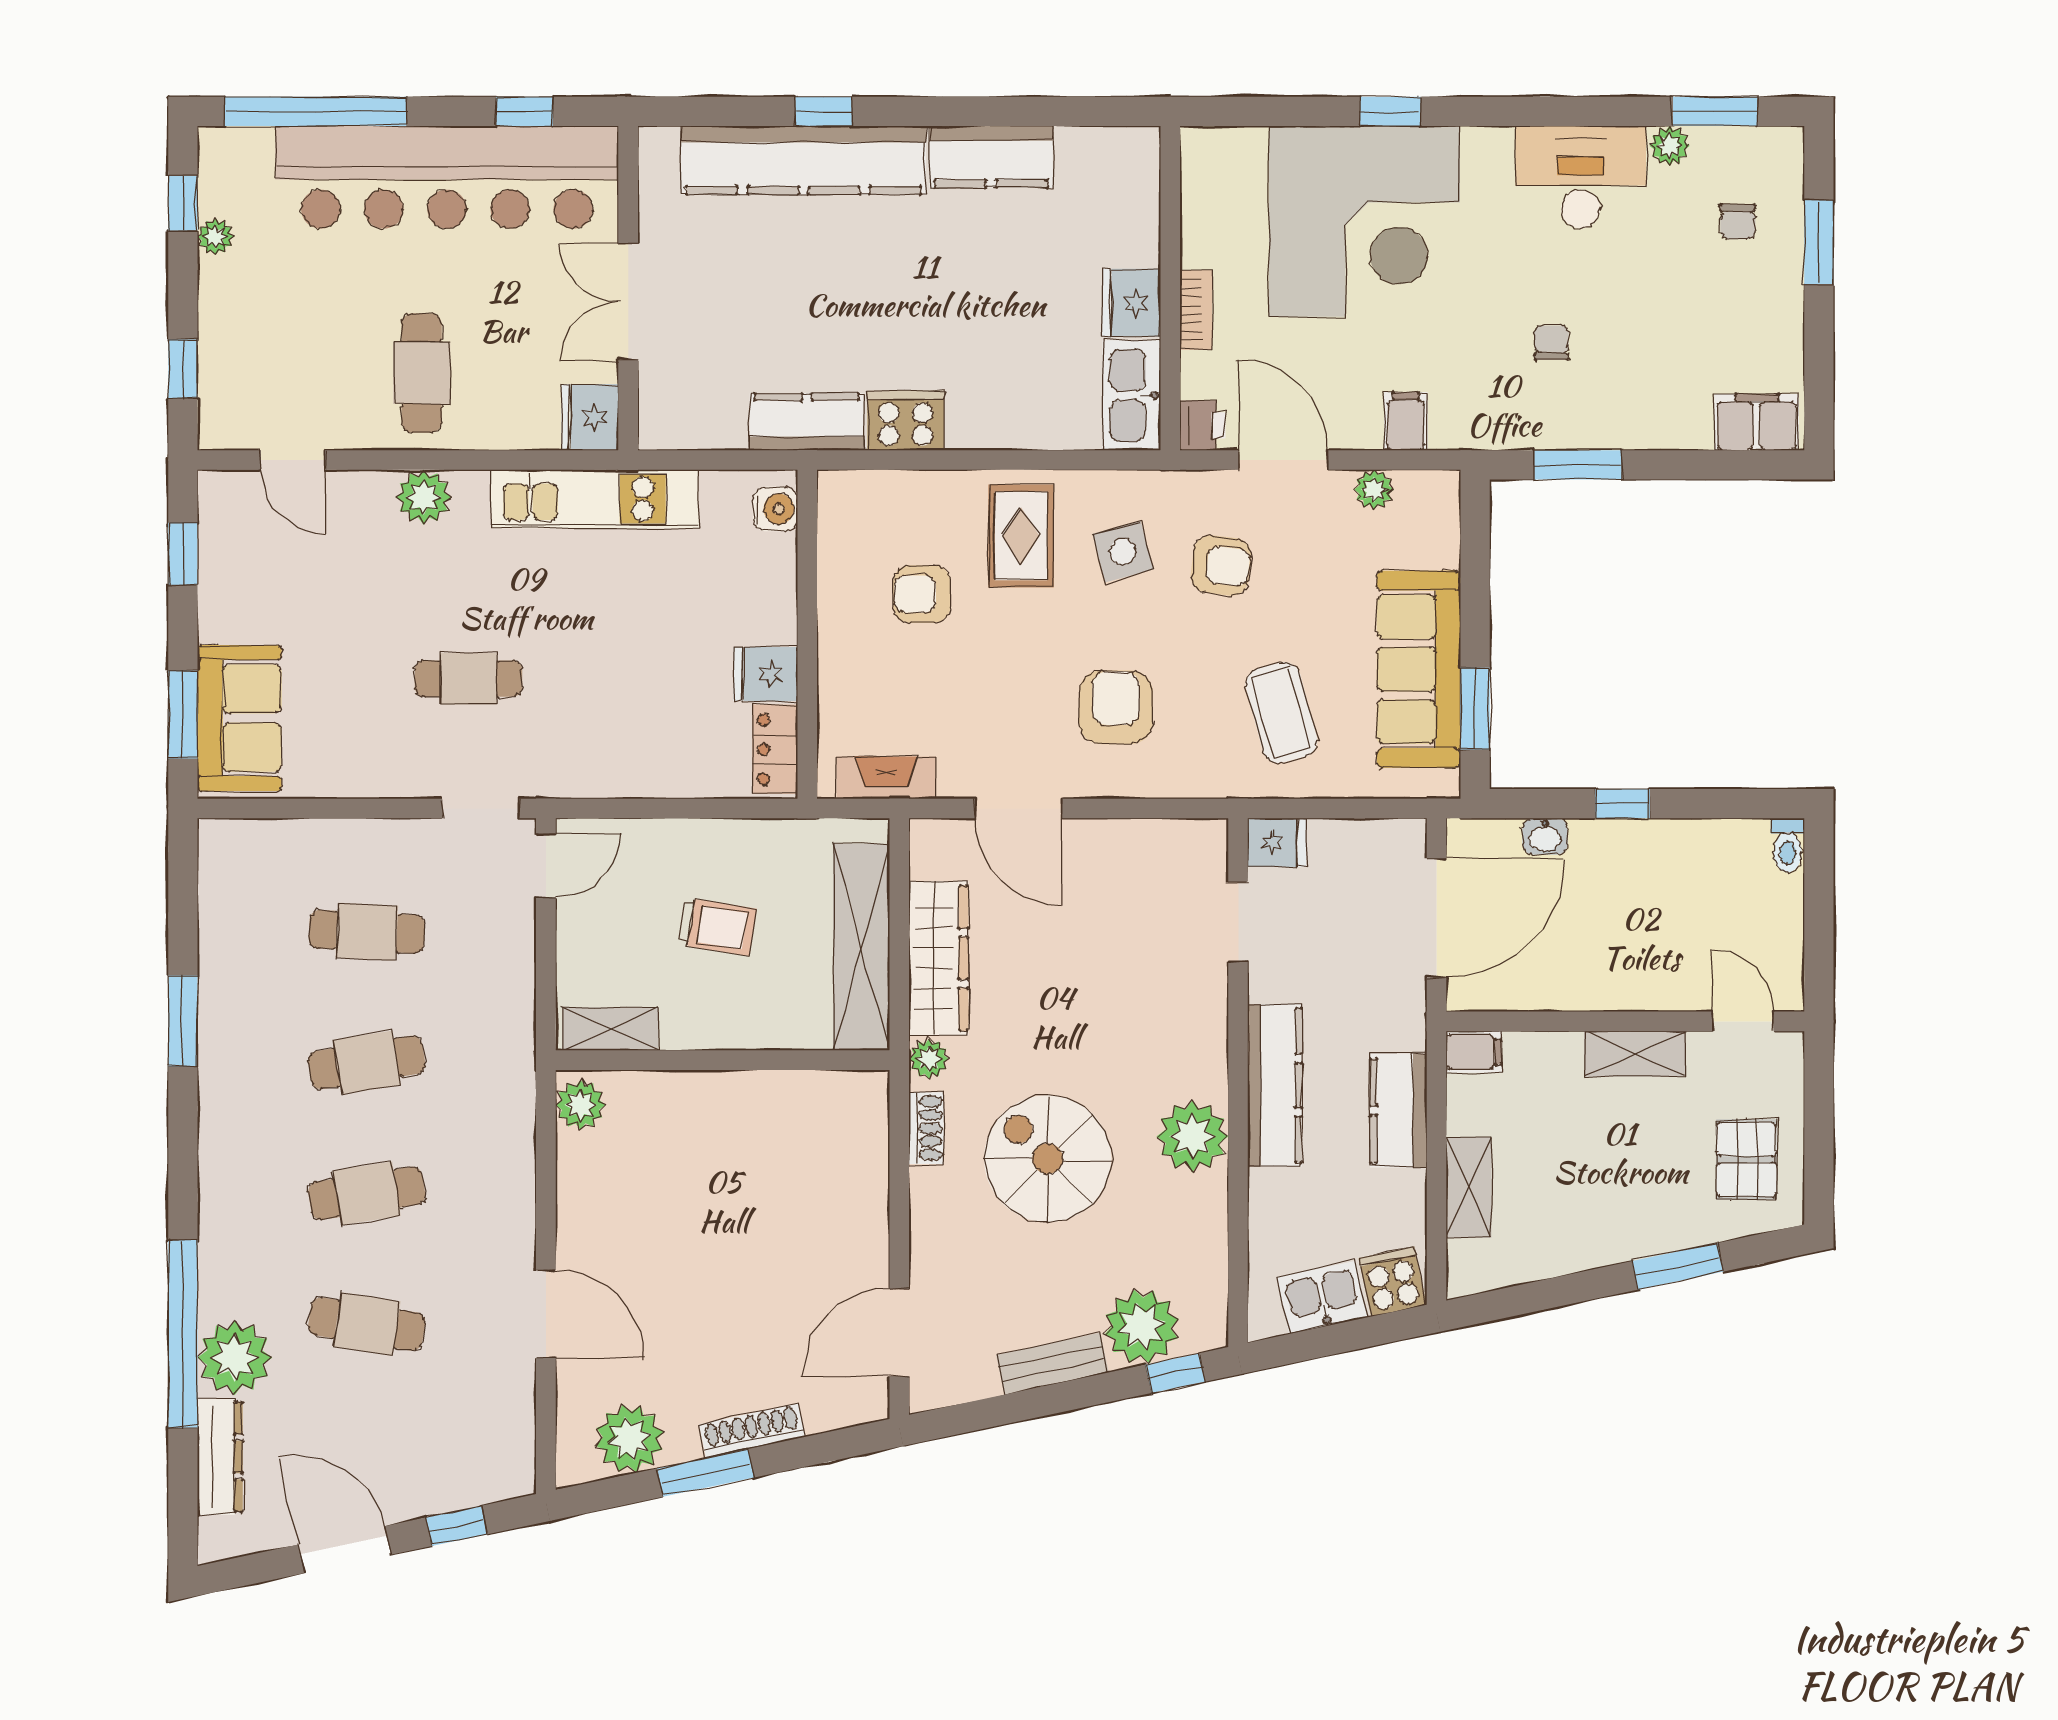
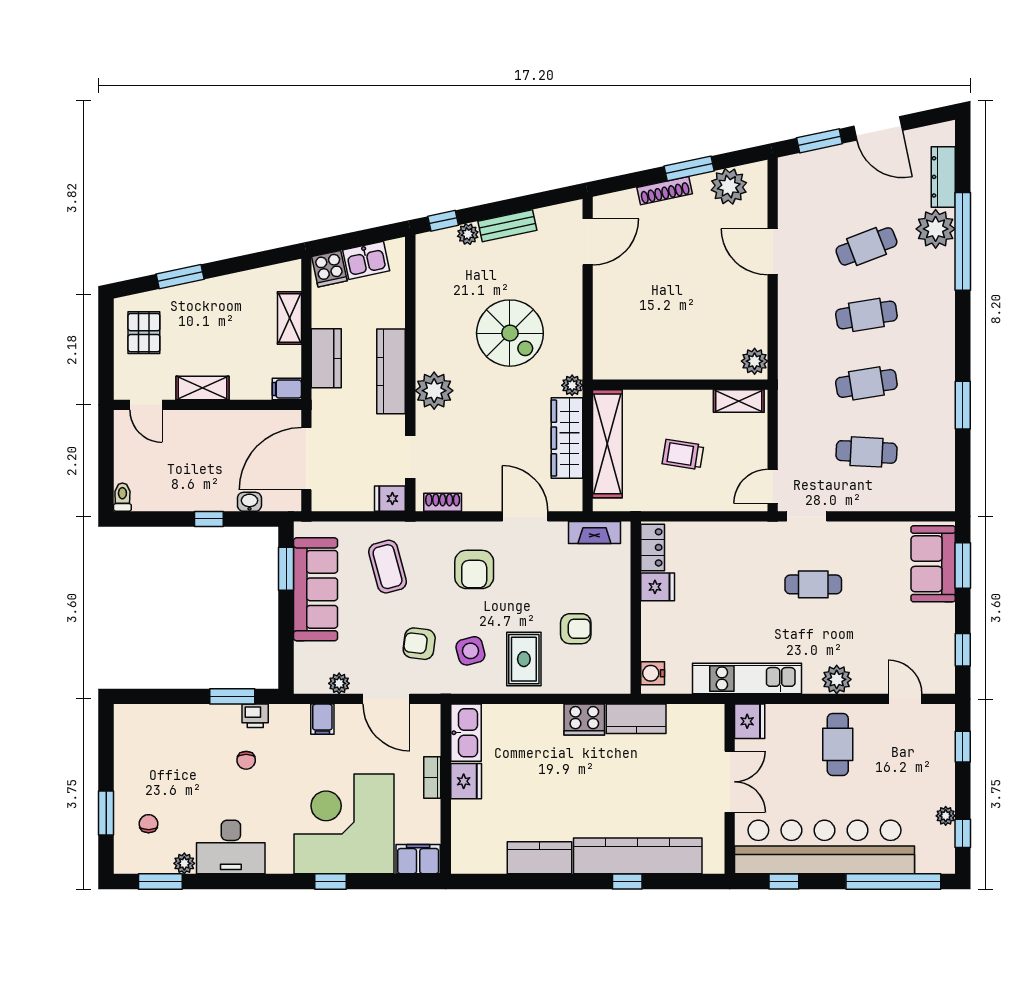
filing cabinet: (1757, 422) -> (418, 859), moved, turned 180
printer: (1203, 425) -> (255, 716), moved, turned -90
shoe rack: (926, 1128) -> (443, 502), moved, turned 90
plant: (1192, 1136) -> (434, 391), moved
cafe table: (367, 1324) -> (866, 246), turned -30
plant: (1142, 1327) -> (468, 234), width x0.53, depth x0.53
window: (457, 1526) -> (819, 141), width x1.50

